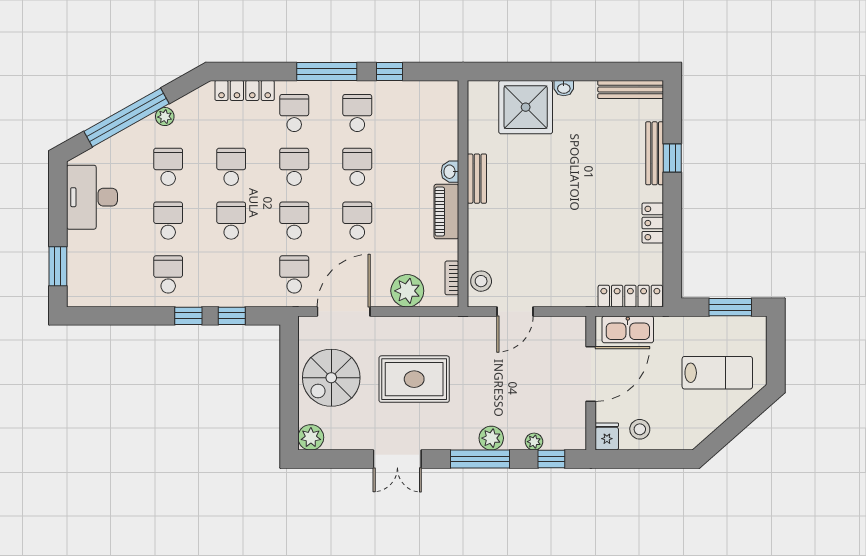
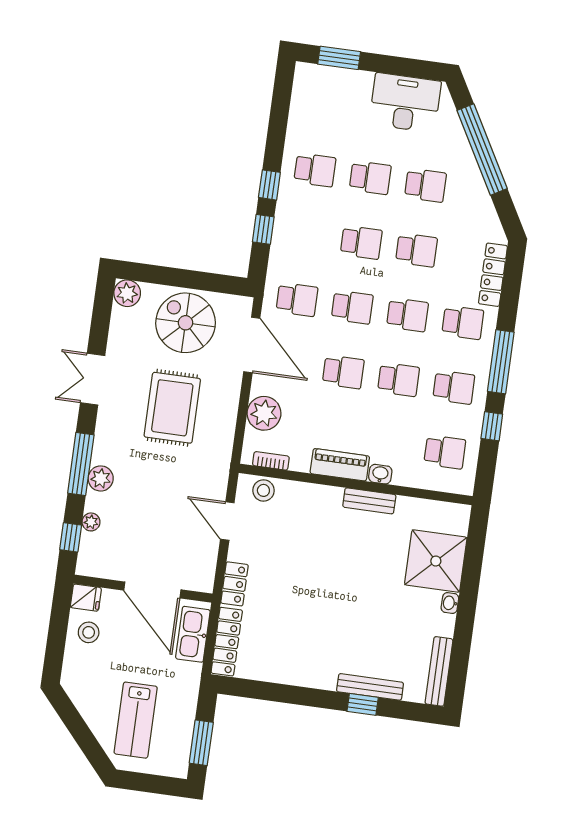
school desk: (420, 113) -> (445, 452), added
plant: (165, 117) -> (478, 189), removed
locker: (653, 223) -> (234, 584), moved, turned 90

